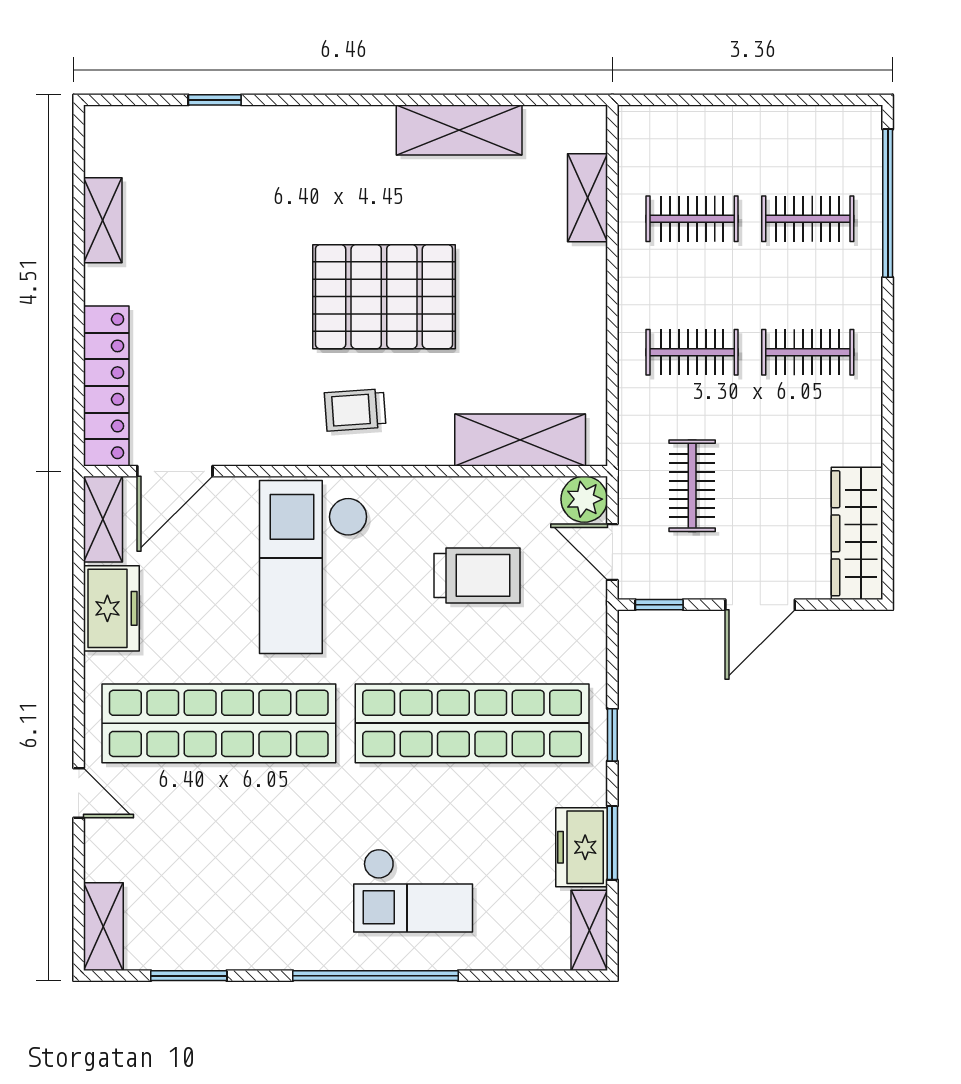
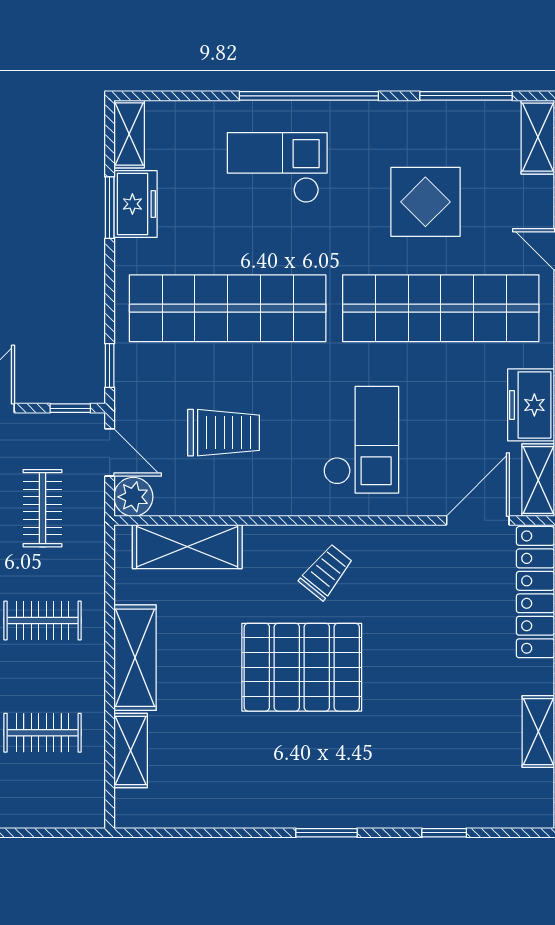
window: (355, 100) -> (326, 833), added
shelving: (459, 130) -> (135, 658), moved, turned 90
trolley: (355, 410) -> (326, 572), turned -47
checkout: (314, 567) -> (361, 440), width x0.73, depth x0.83
trolley: (477, 575) -> (224, 433), turned 180
window: (612, 735) -> (110, 365), moved
display table: (237, 850) -> (425, 202), added
window: (189, 976) -> (466, 96), width x1.44

